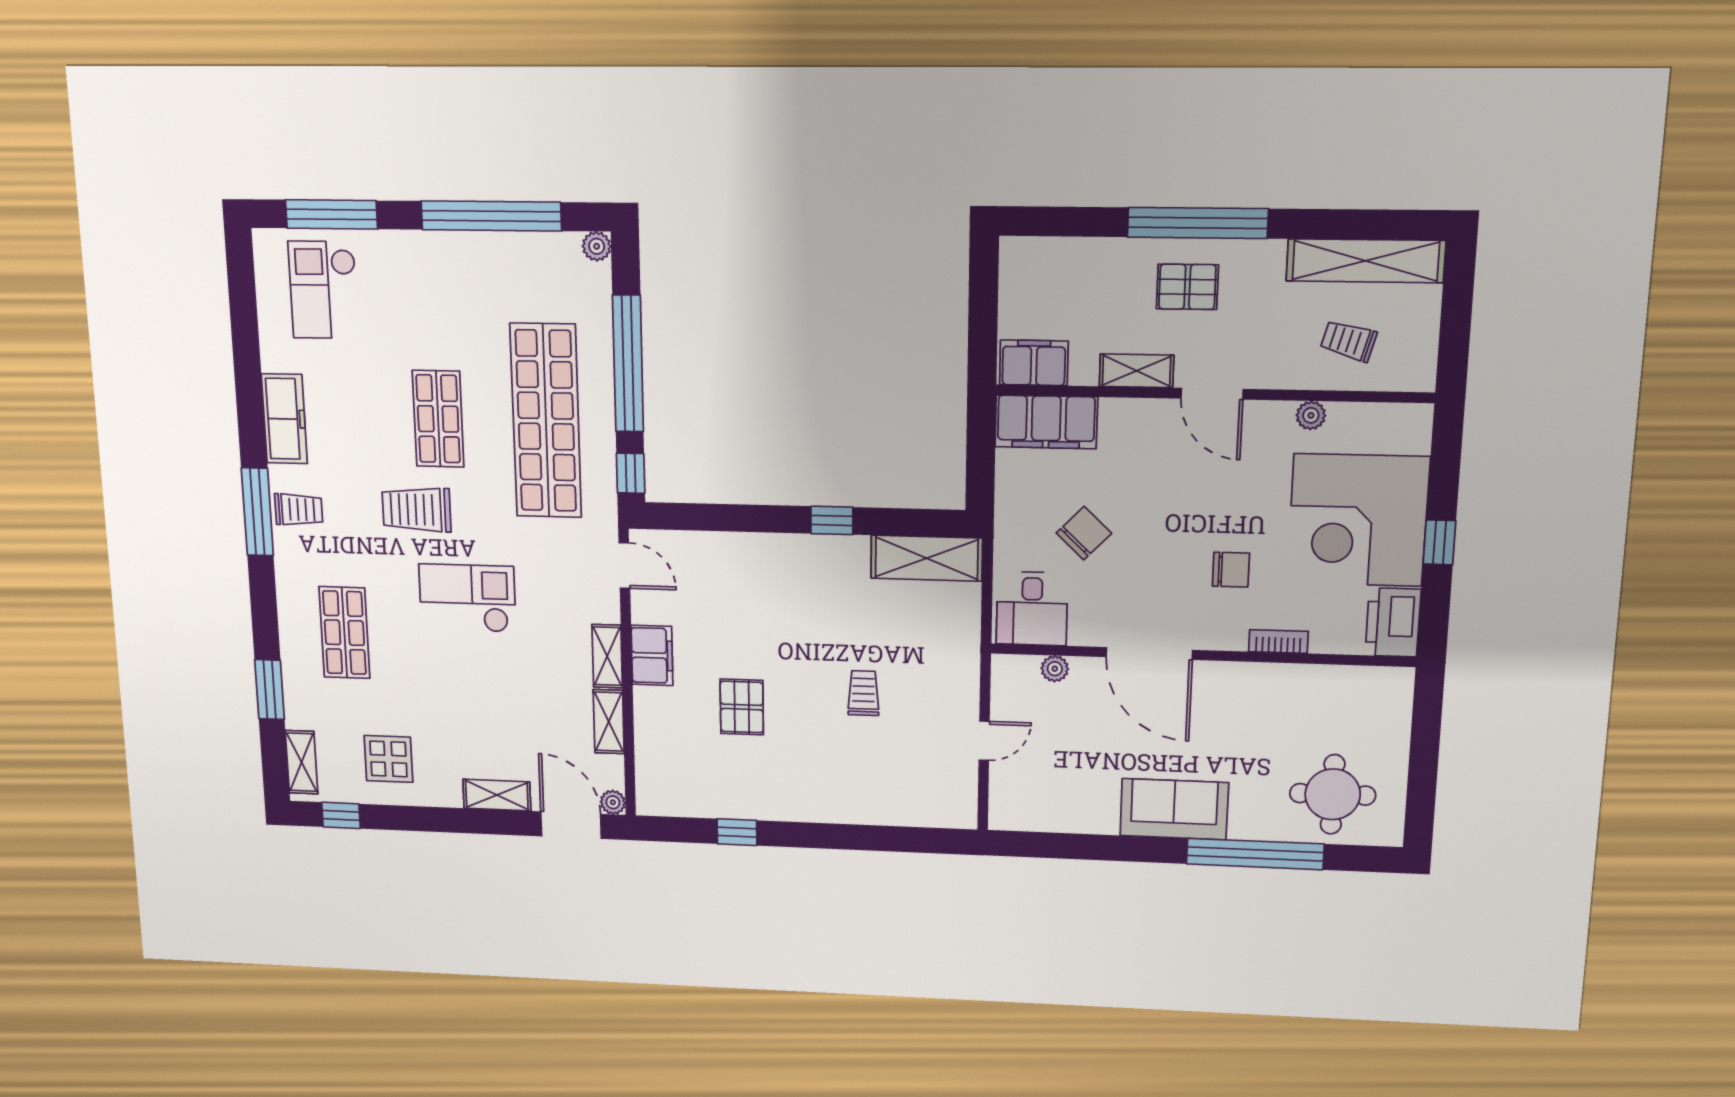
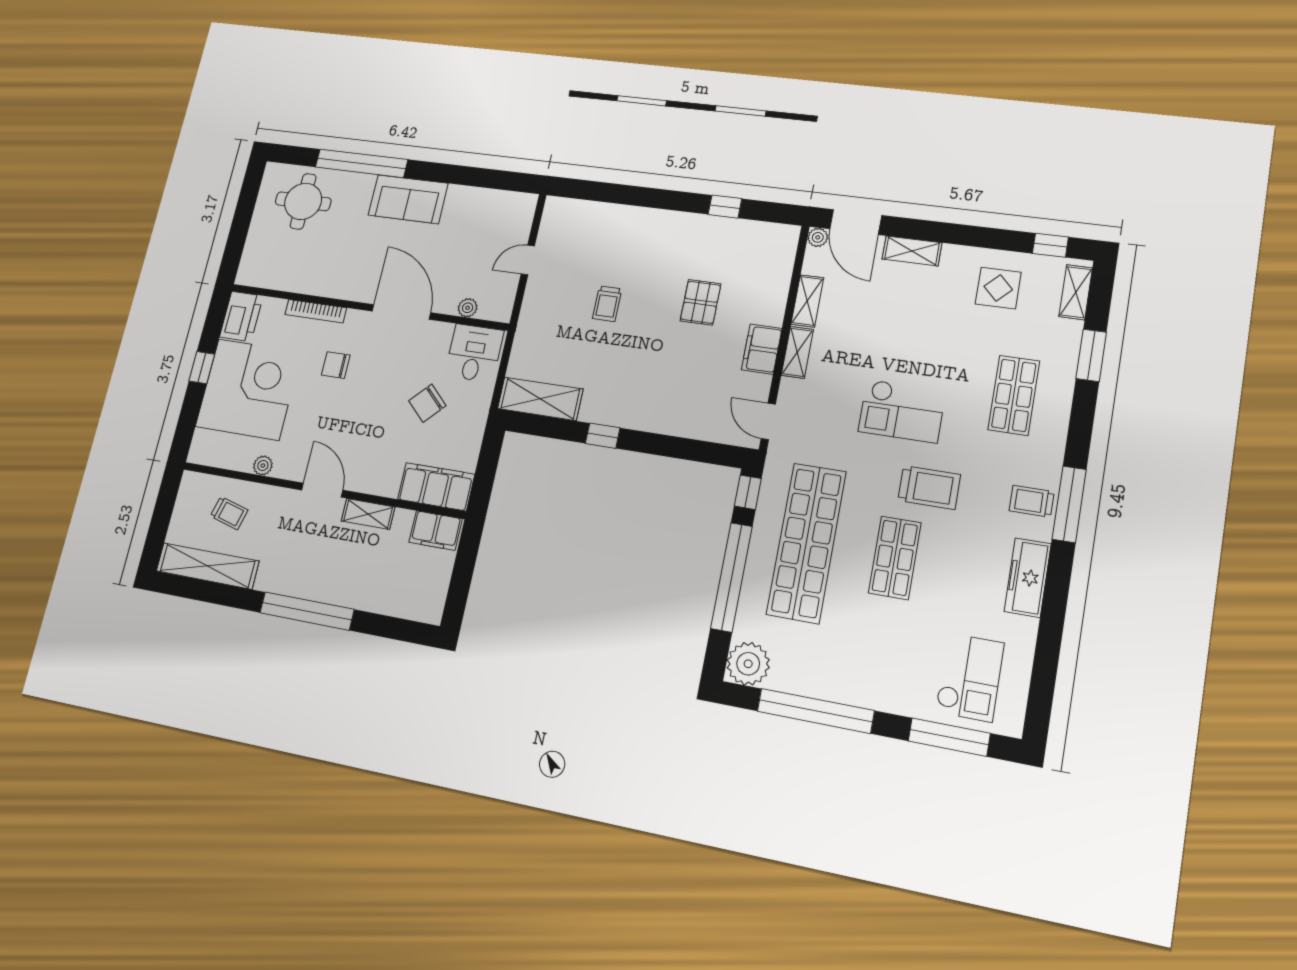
plant: (597, 246) -> (748, 664), width x1.88, depth x1.88
pallet: (1187, 287) -> (323, 568), removed
bookcase: (1278, 642) -> (316, 311), width x1.56

